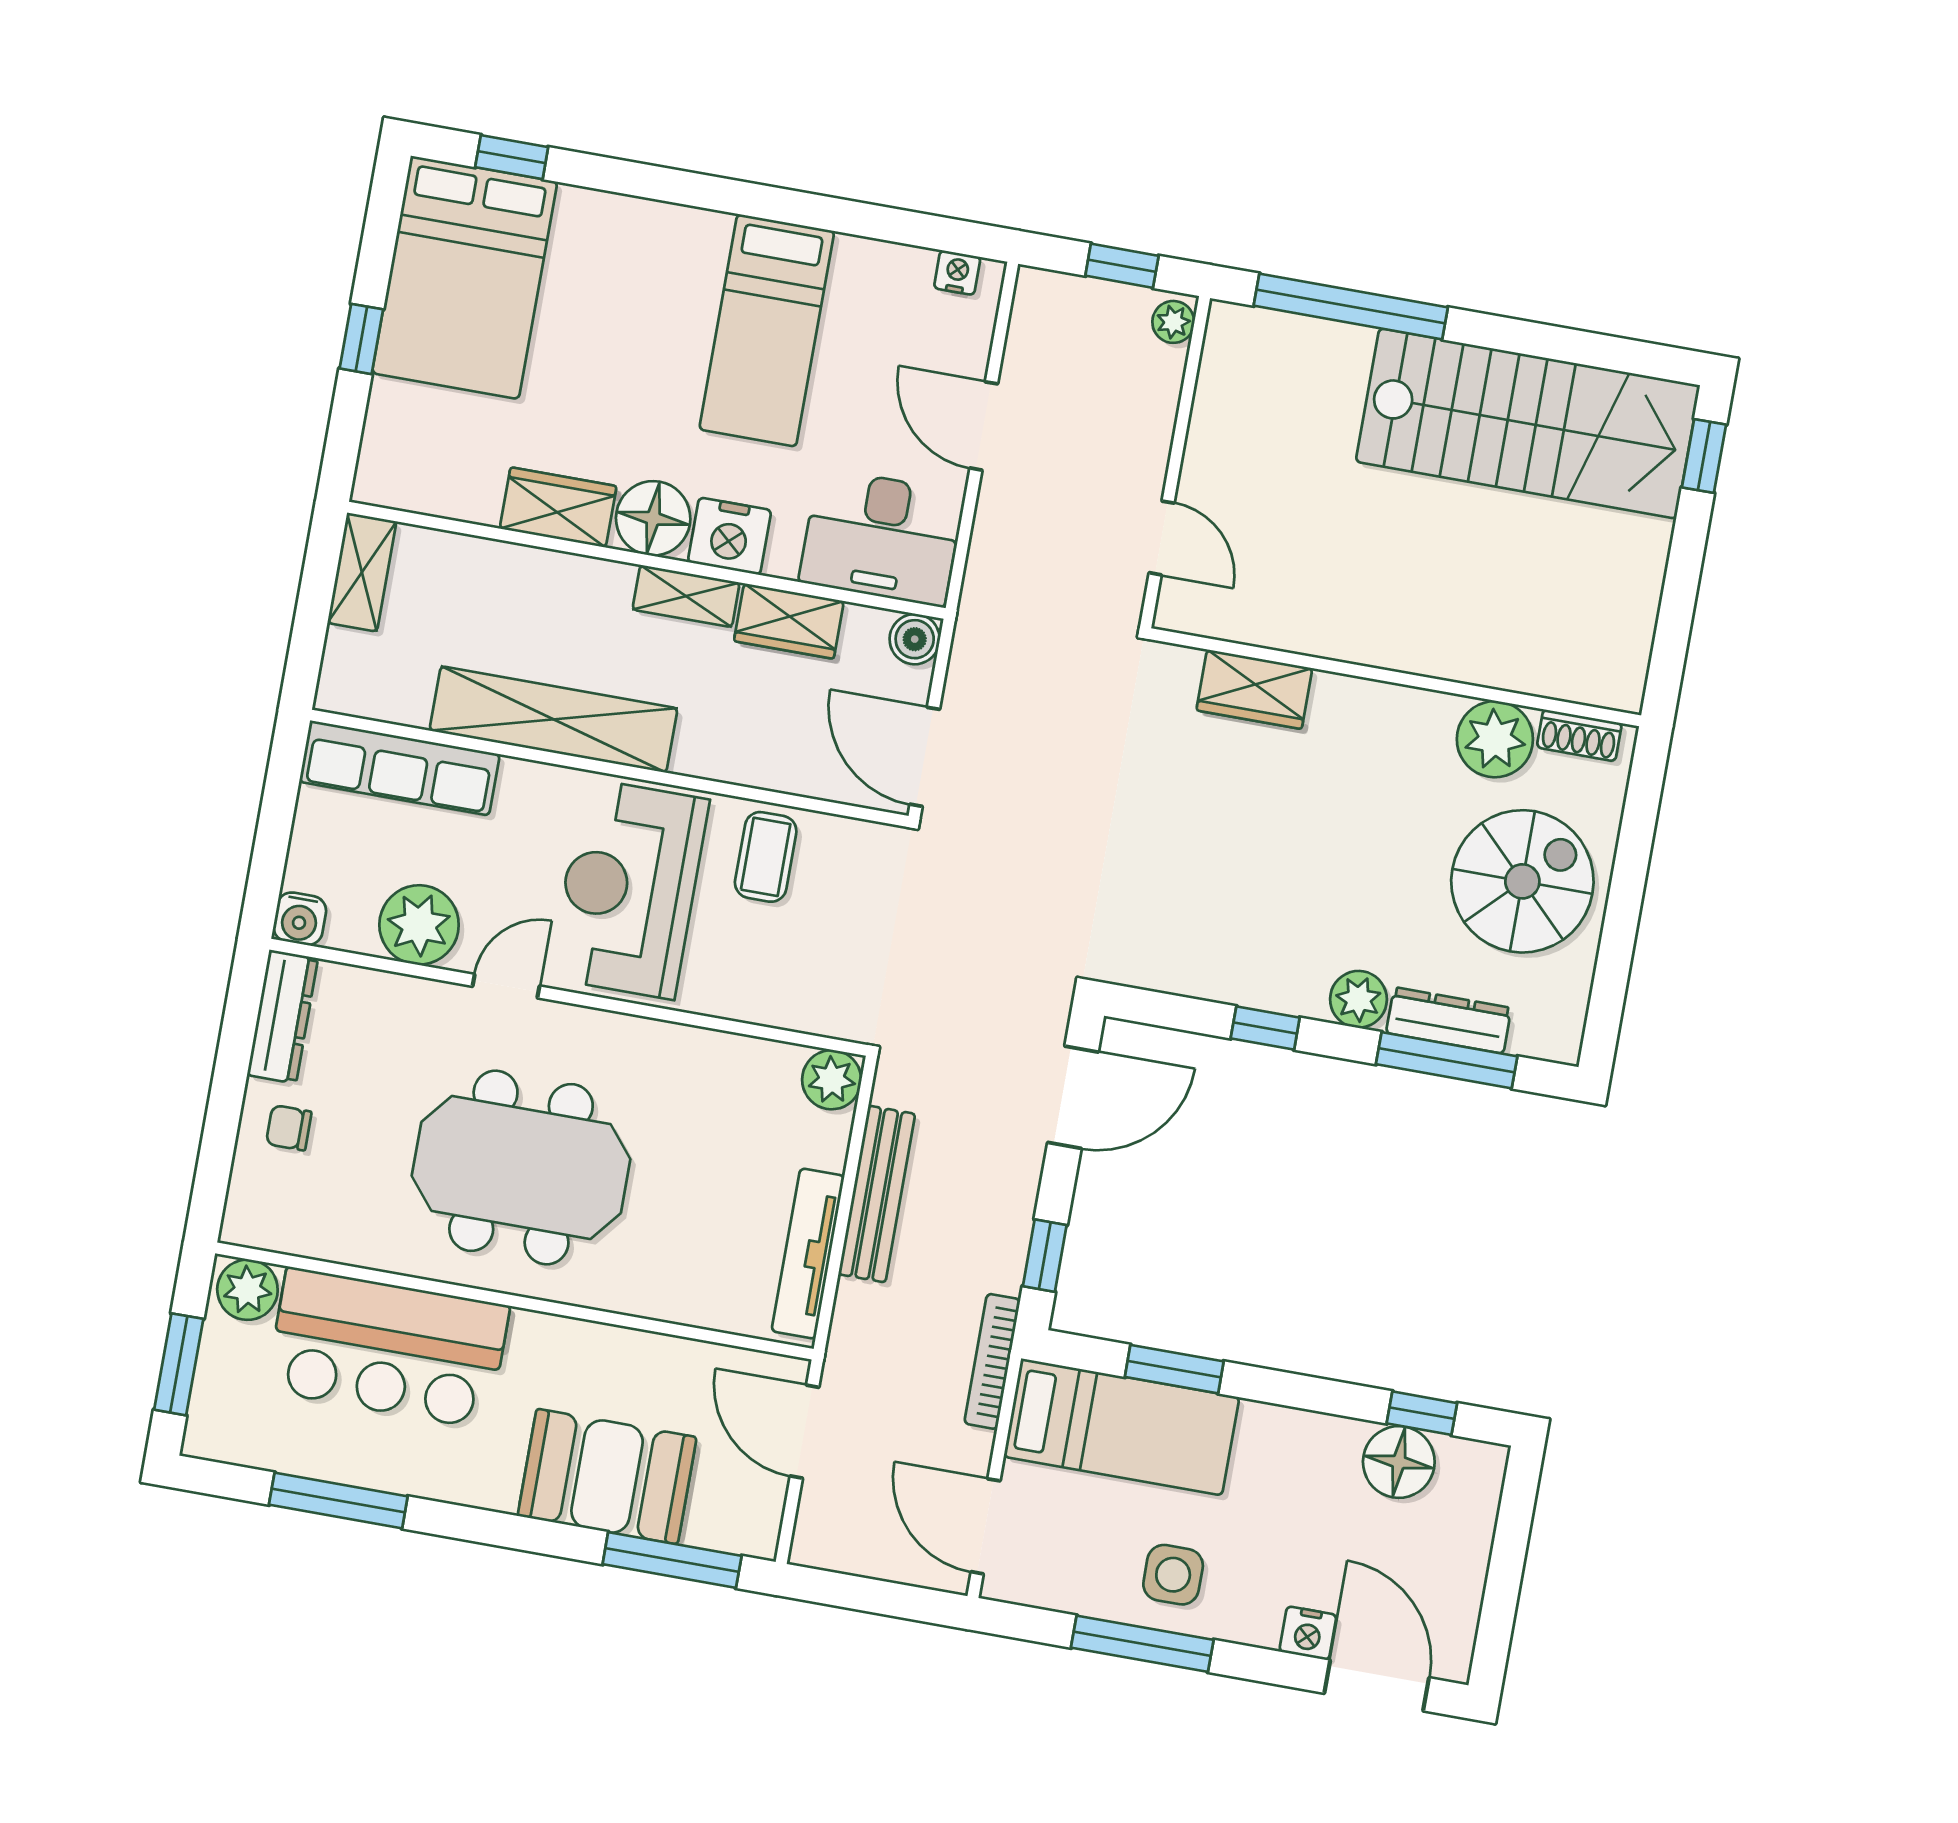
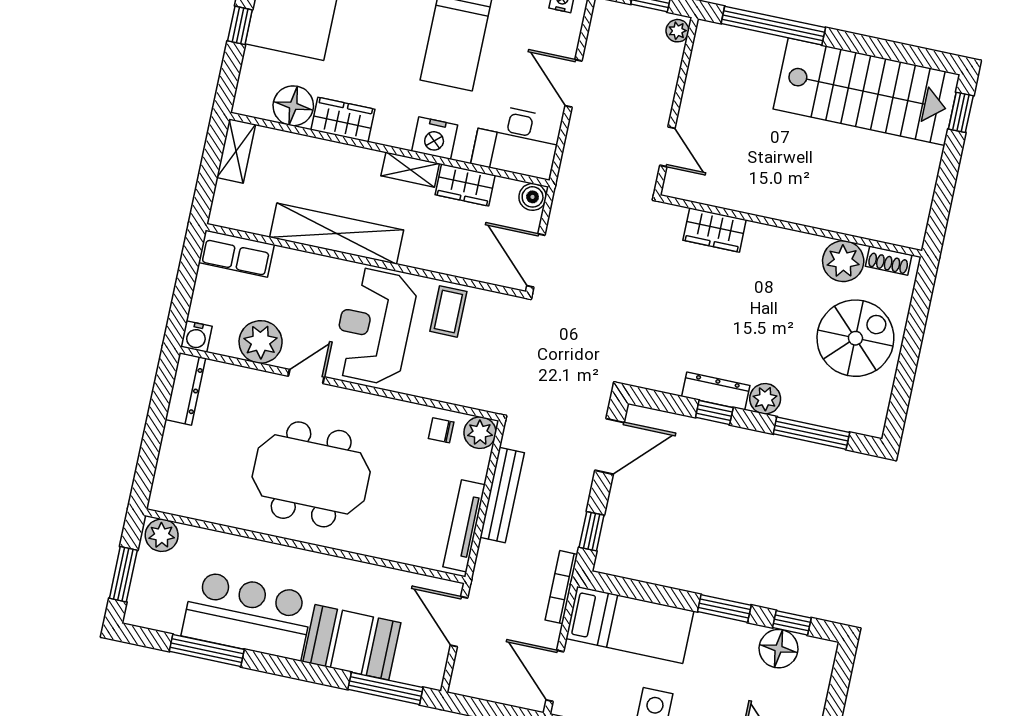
floor lamp: (653, 518) -> (293, 106), moved
row of seats: (399, 768) -> (236, 254), width x0.68
dresser: (1449, 1020) -> (716, 391), moved
chair: (289, 1128) -> (441, 430), moved
bar counter: (388, 1348) -> (248, 615), moved, turned 180
window: (1174, 1369) -> (724, 608), moved

